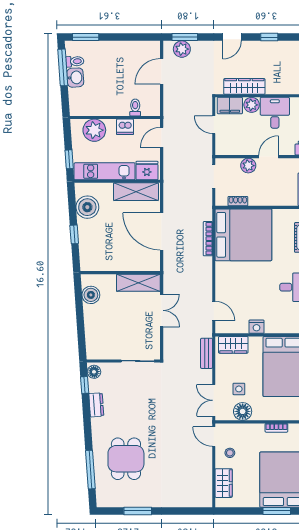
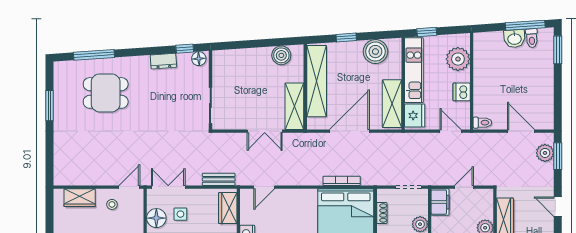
filing cabinet: (230, 106) -> (440, 202), moved, turned 180
toilet: (135, 107) -> (482, 123), moved
shelving: (115, 262) -> (317, 81), added

